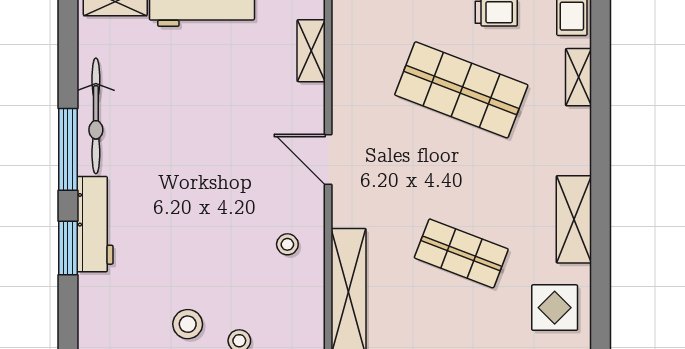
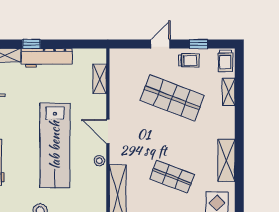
lab bench: (218, 188) -> (55, 145), added
stool: (287, 244) -> (99, 161), moved

